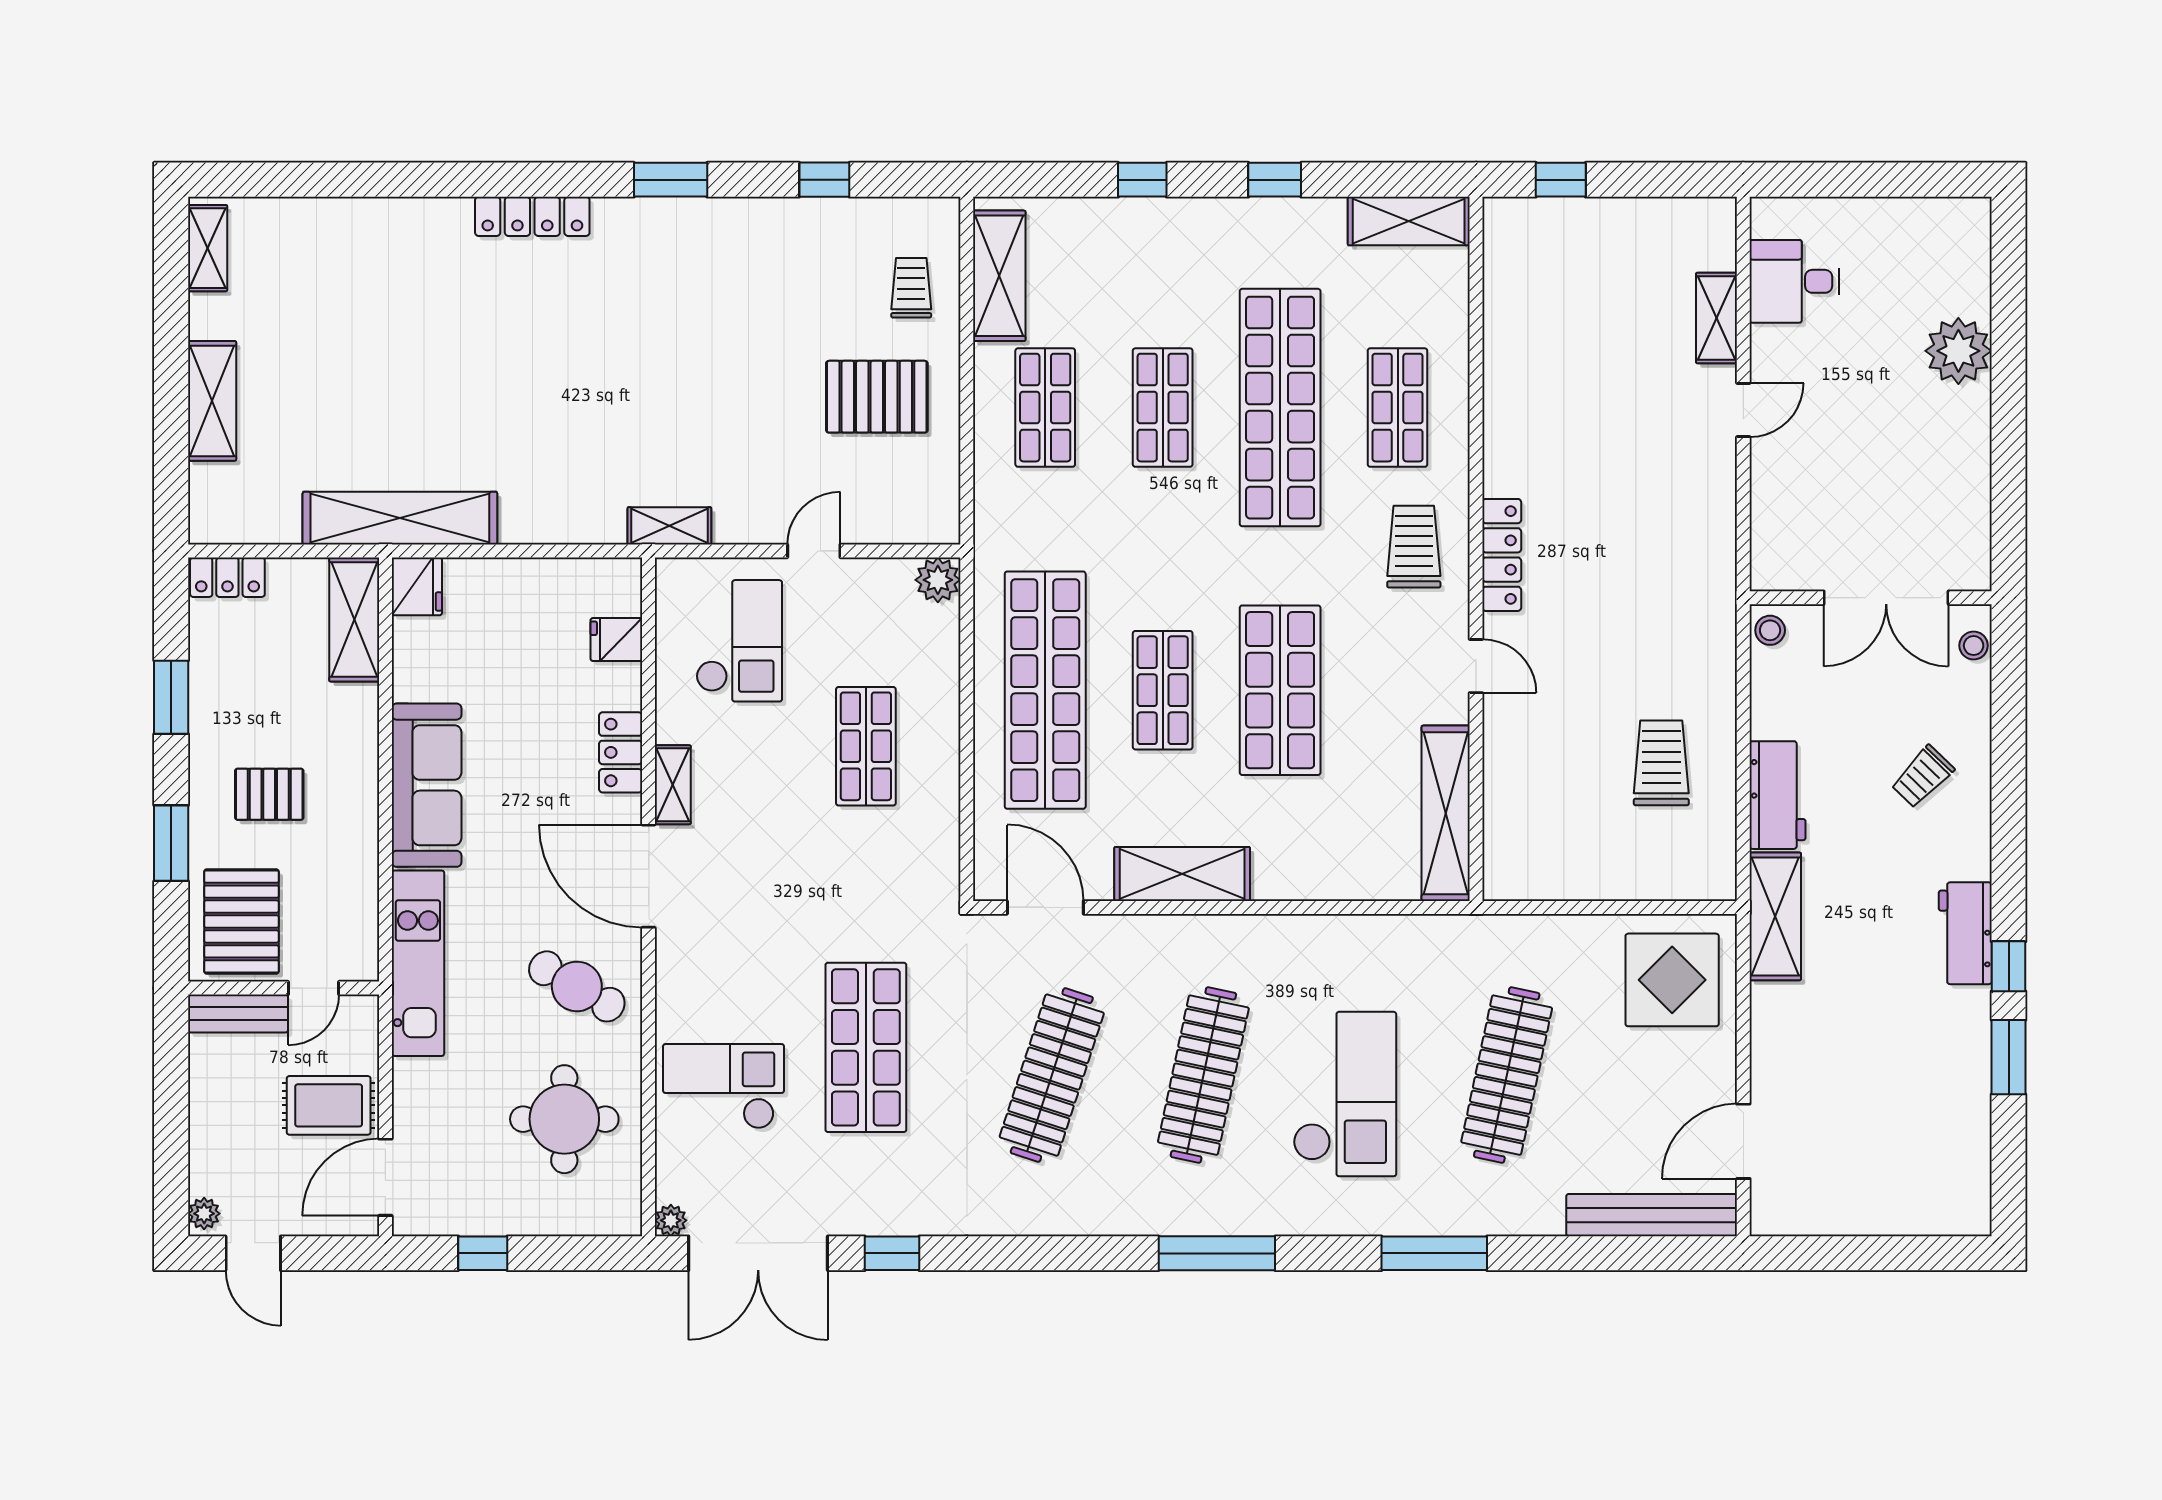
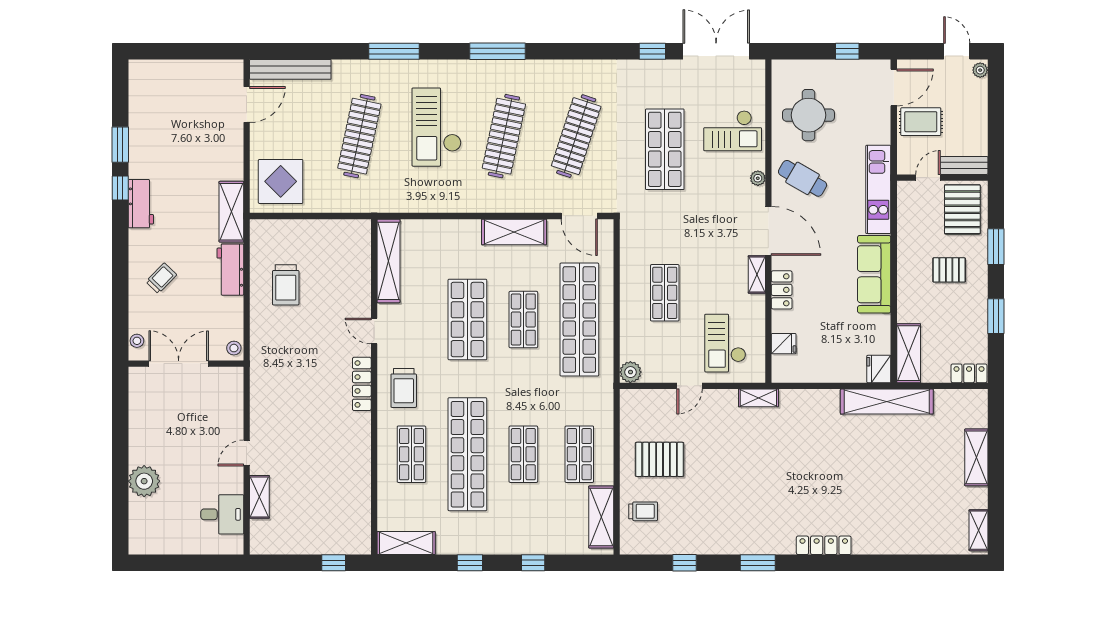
trolley: (911, 288) -> (643, 511), turned -90
plant: (671, 1220) -> (758, 178), moved

